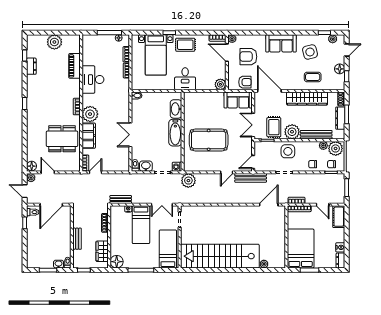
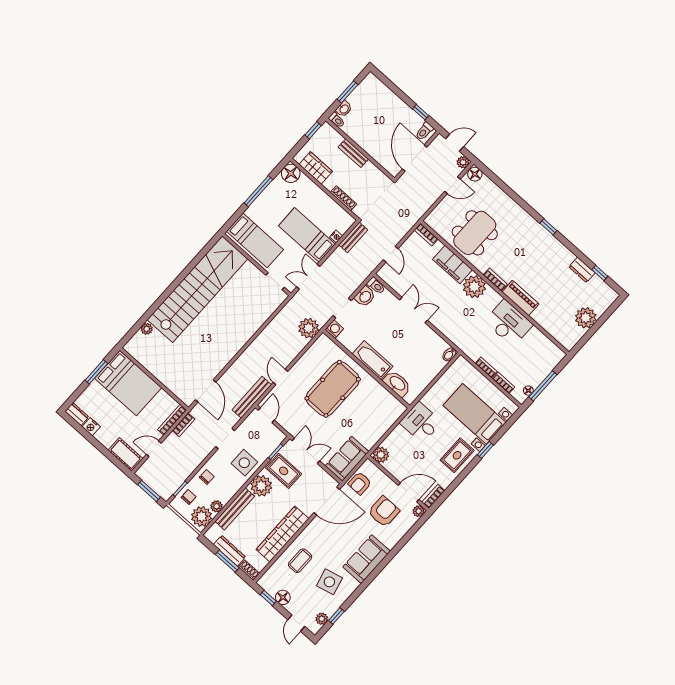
piano: (74, 66) -> (520, 298), moved
door: (95, 172) -> (391, 254), moved

